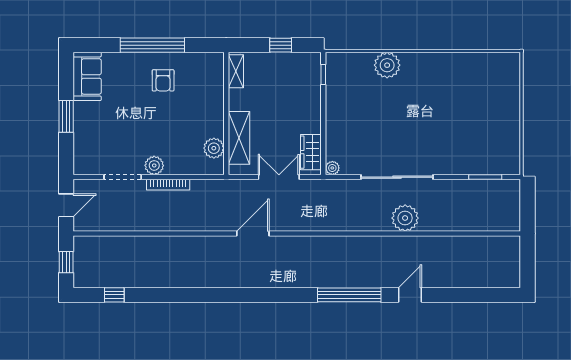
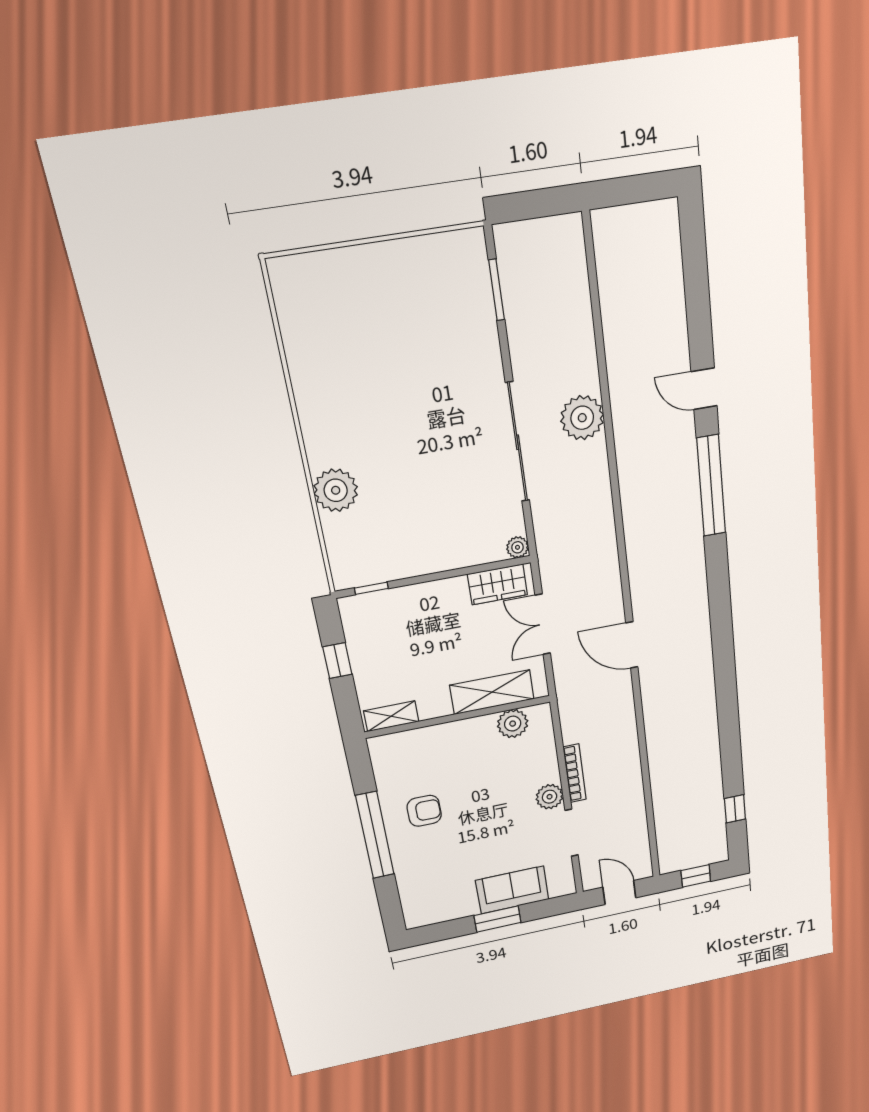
sofa: (87, 76) -> (512, 890), moved

